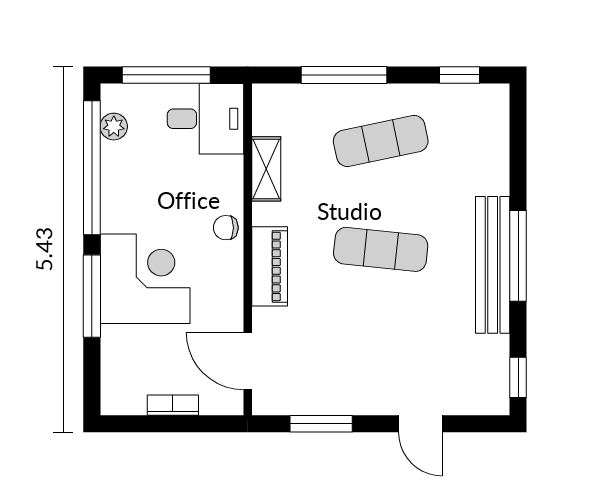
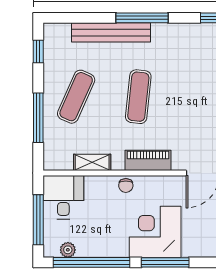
exercise mat: (381, 141) -> (76, 97), turned 36
bench: (493, 265) -> (111, 32), moved

